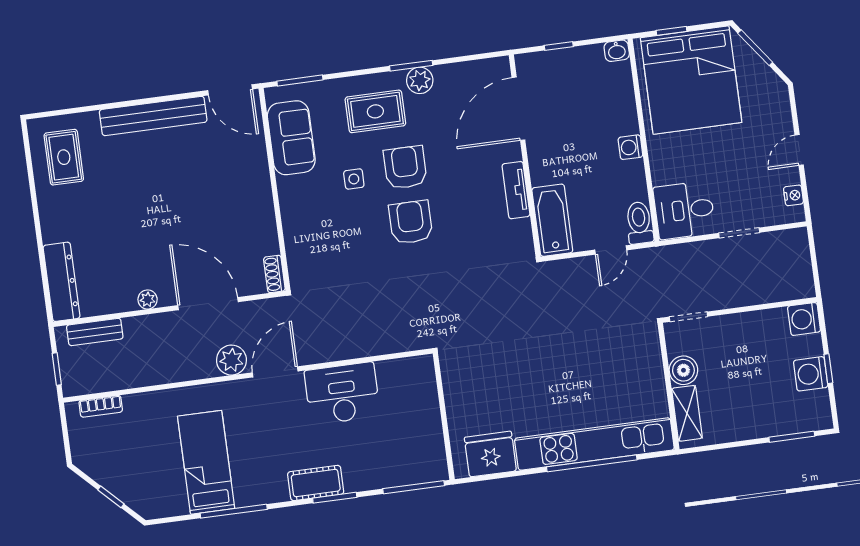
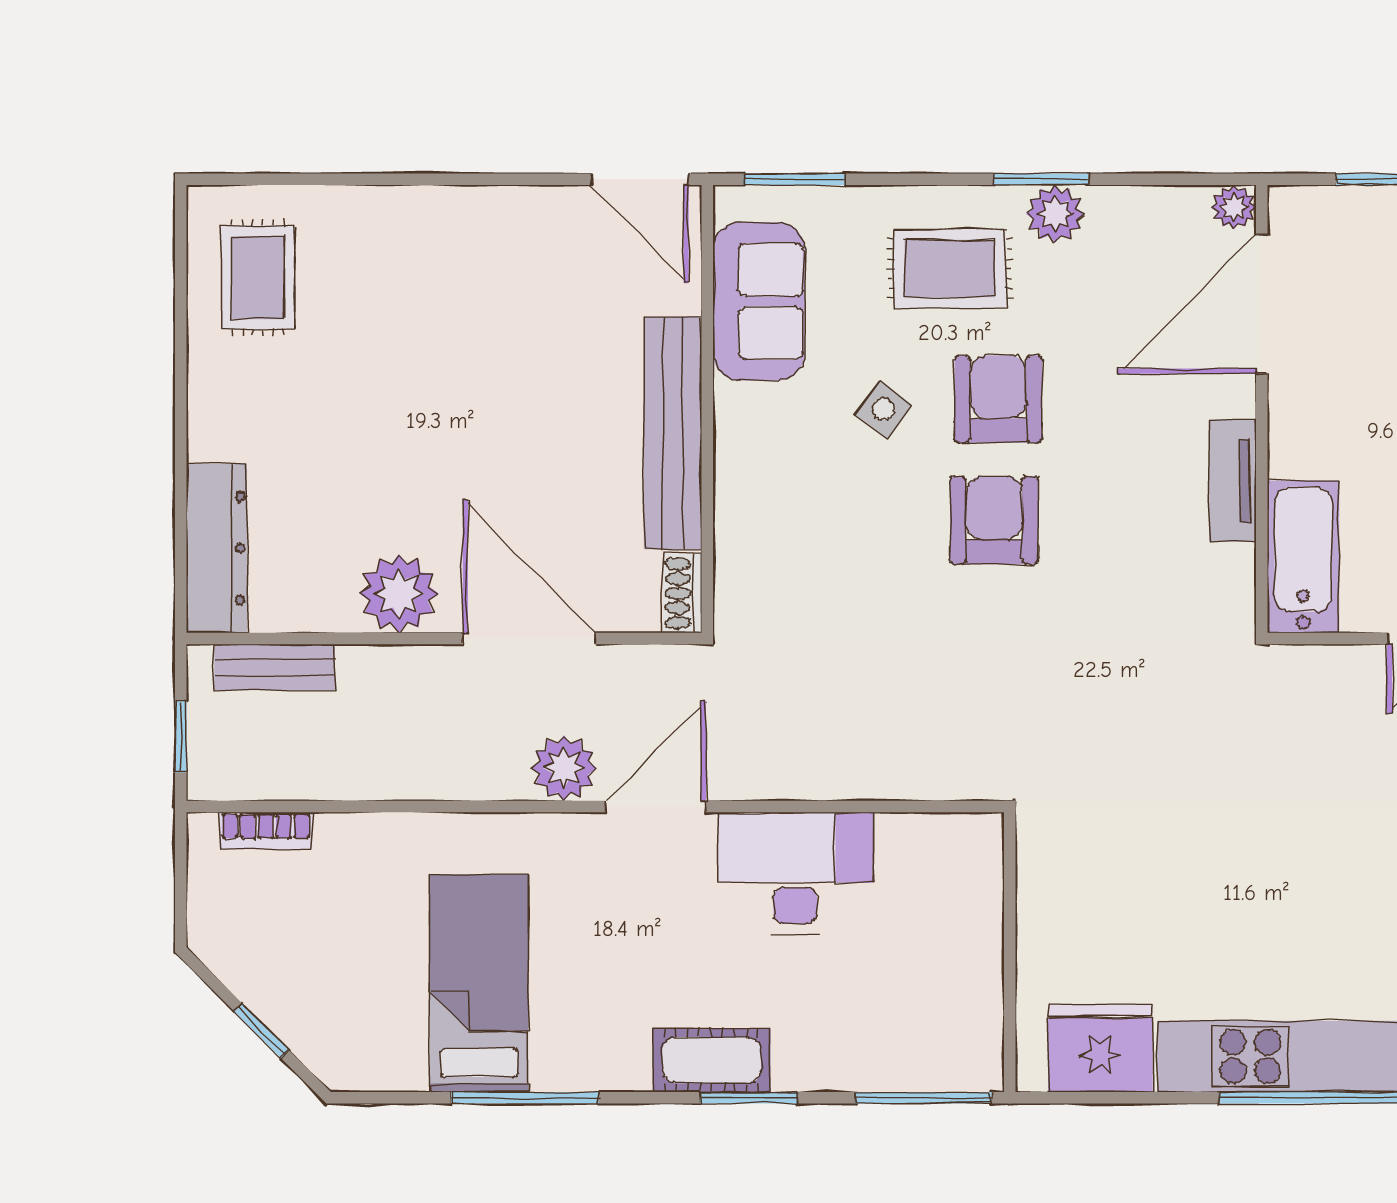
plant: (500, 67) -> (1234, 207), added
bench: (153, 116) -> (673, 433), moved, turned 90
side table: (354, 179) -> (883, 409), turned 36
plant: (148, 300) -> (399, 593), width x1.88, depth x1.88

